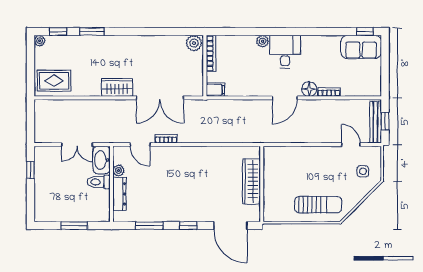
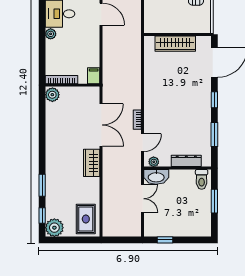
plant: (40, 41) -> (54, 228), width x1.87, depth x1.87
plant: (119, 170) -> (154, 162), moved
toilet: (99, 182) -> (202, 179), moved

